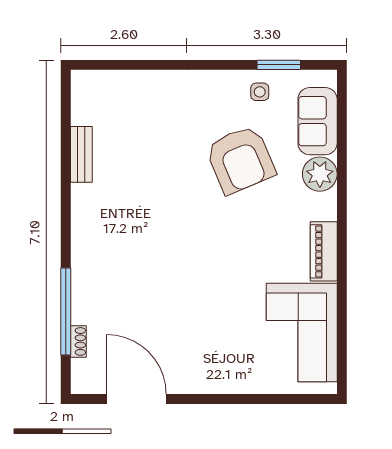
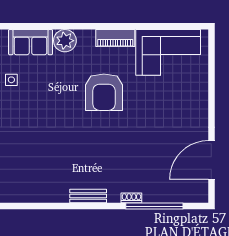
bench: (81, 154) -> (88, 196), moved
armchair: (240, 160) -> (104, 92), moved, turned 113
shoe rack: (78, 341) -> (131, 198), moved

